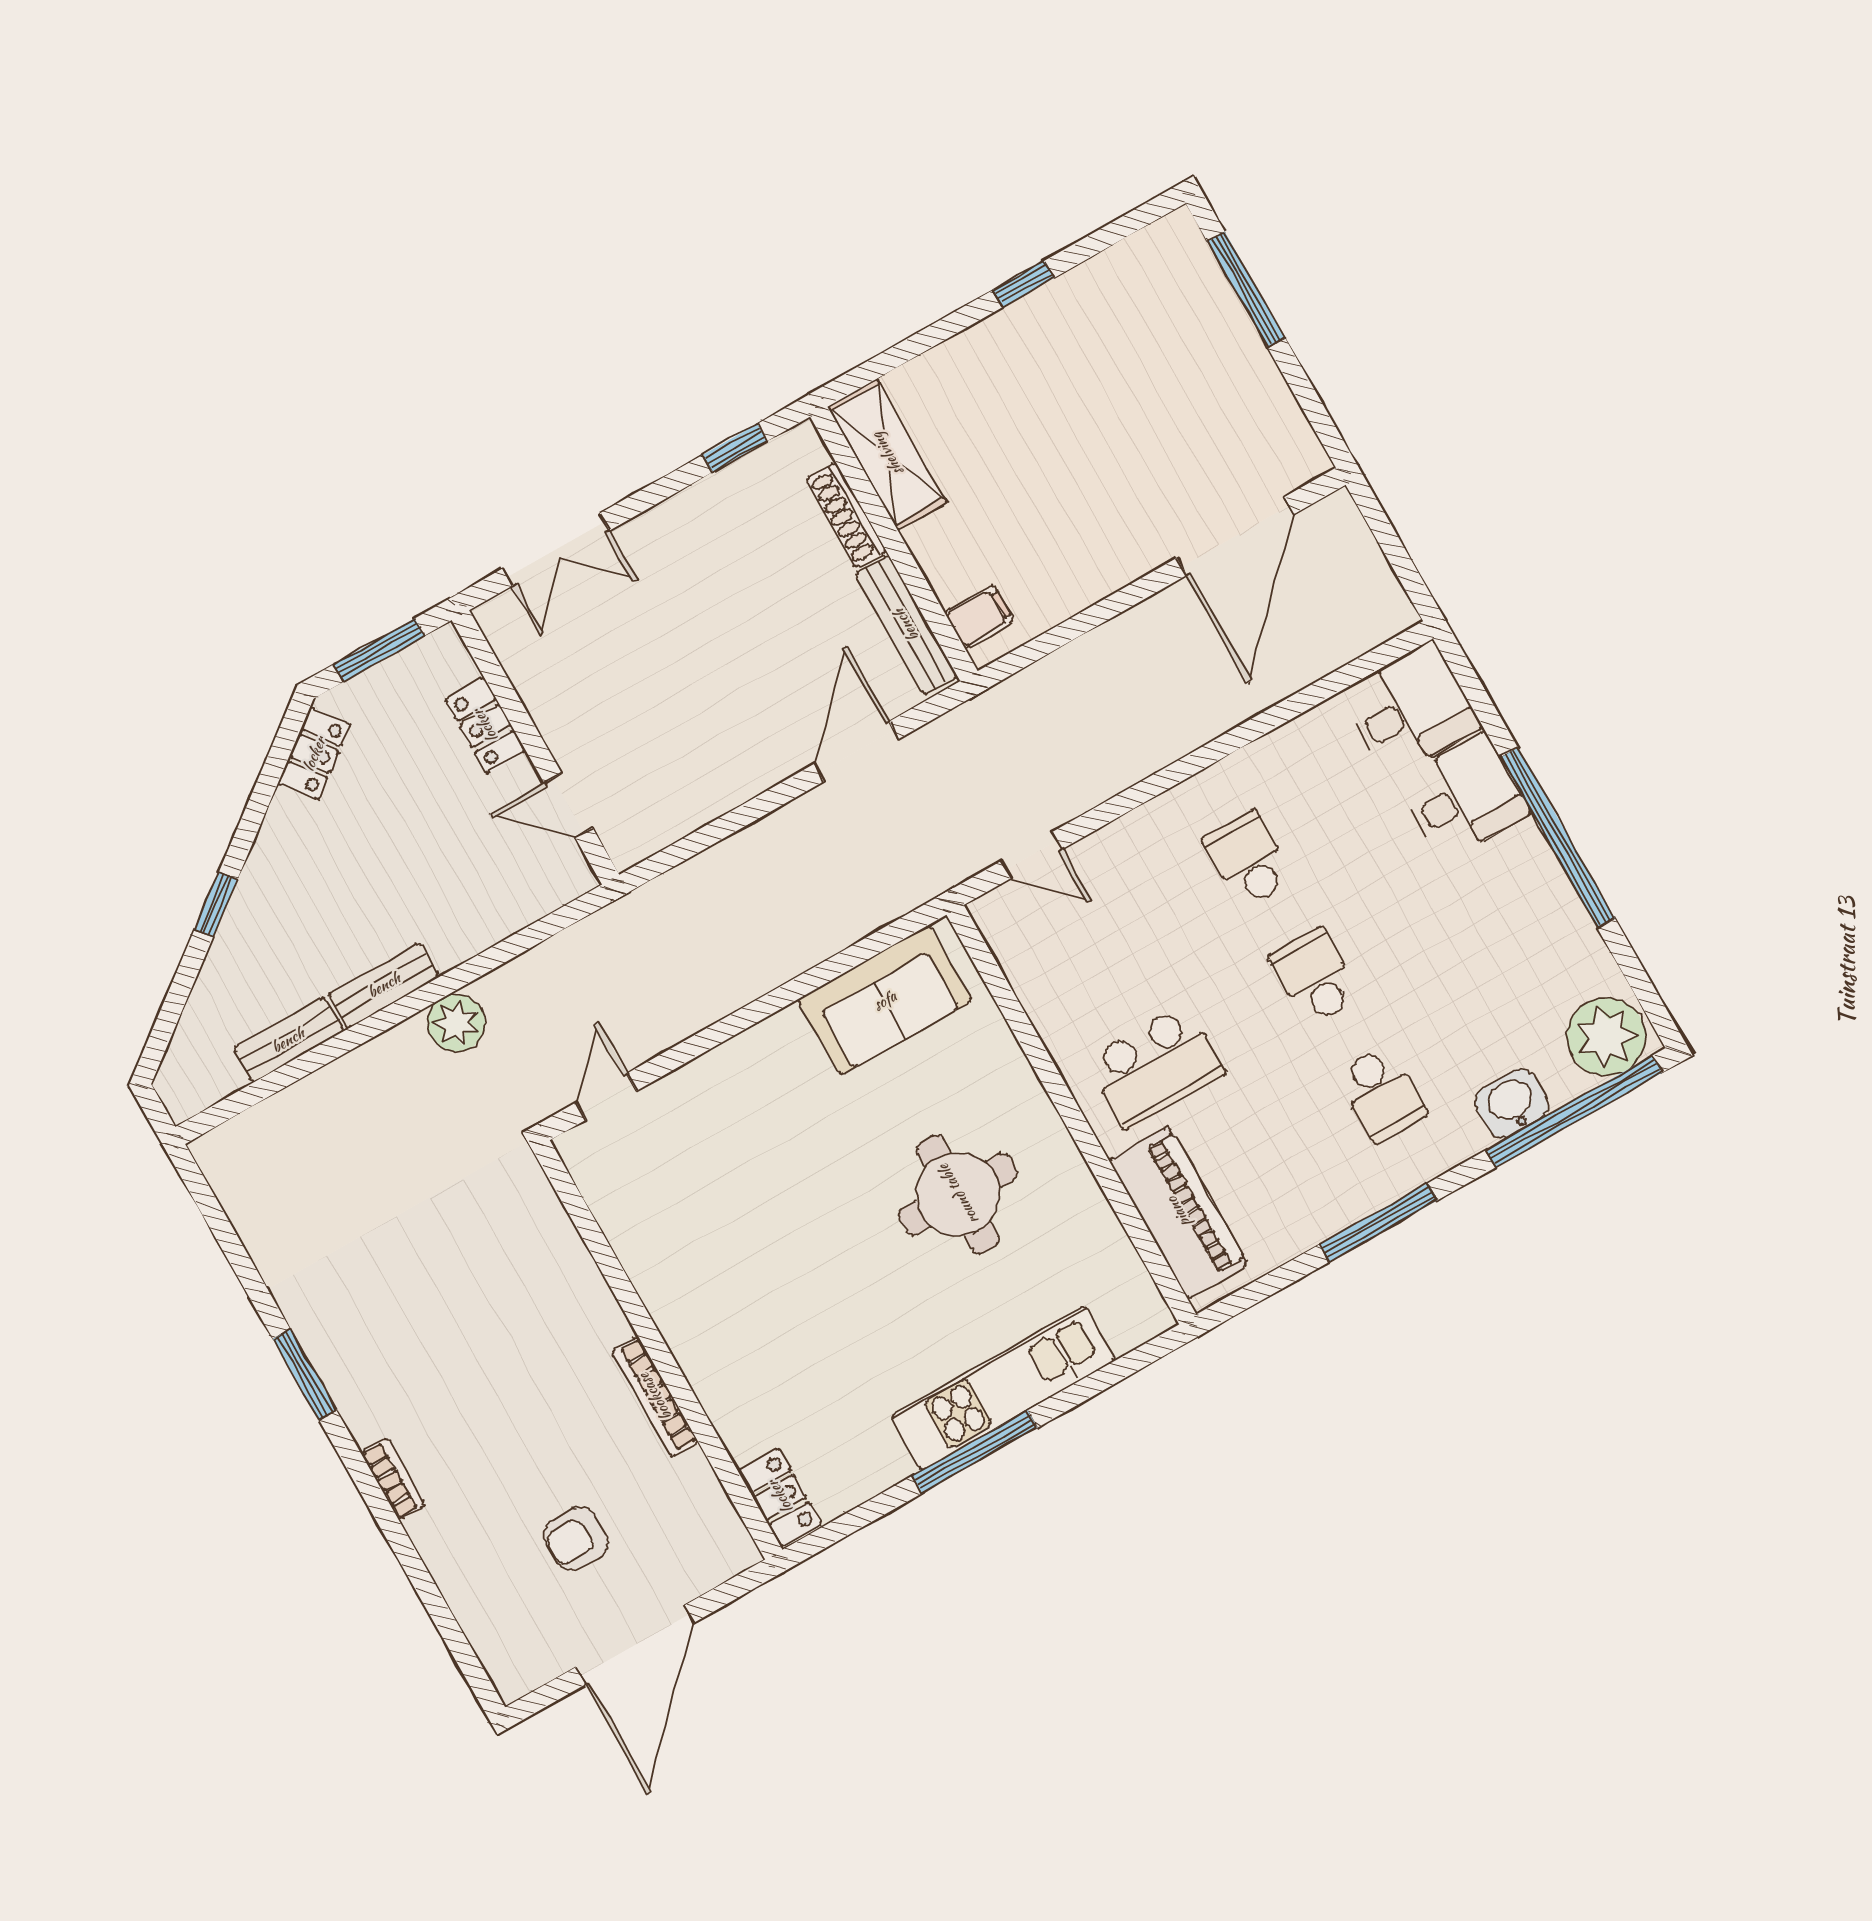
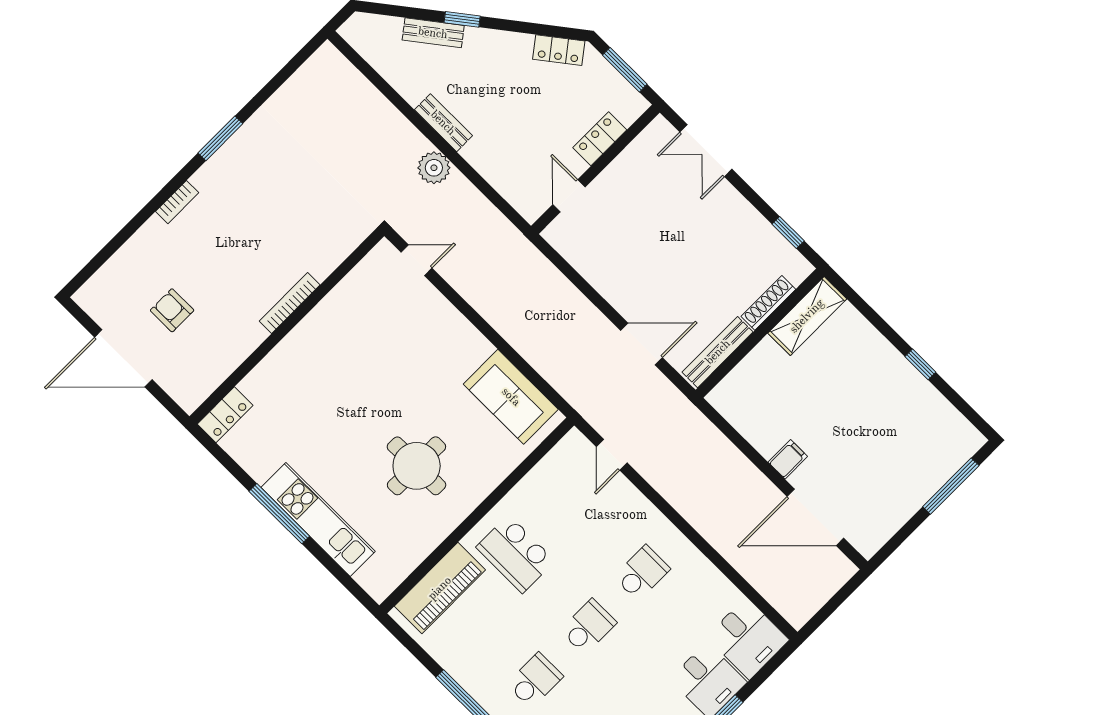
filing cabinet: (979, 617) -> (788, 459), moved, turned -90
bench: (288, 1040) -> (433, 33), moved, turned -38
school desk: (1381, 1094) -> (535, 680), turned 180
bookcase: (655, 1397) -> (290, 303), moved

